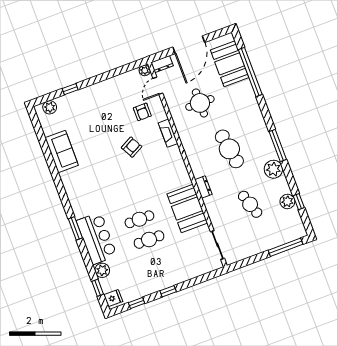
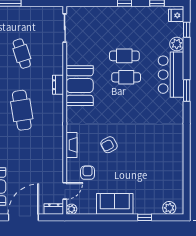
round table: (200, 103) -> (33, 161), removed
sofa: (62, 152) -> (115, 204), moved, turned 90
booth: (187, 208) -> (80, 86), moved

